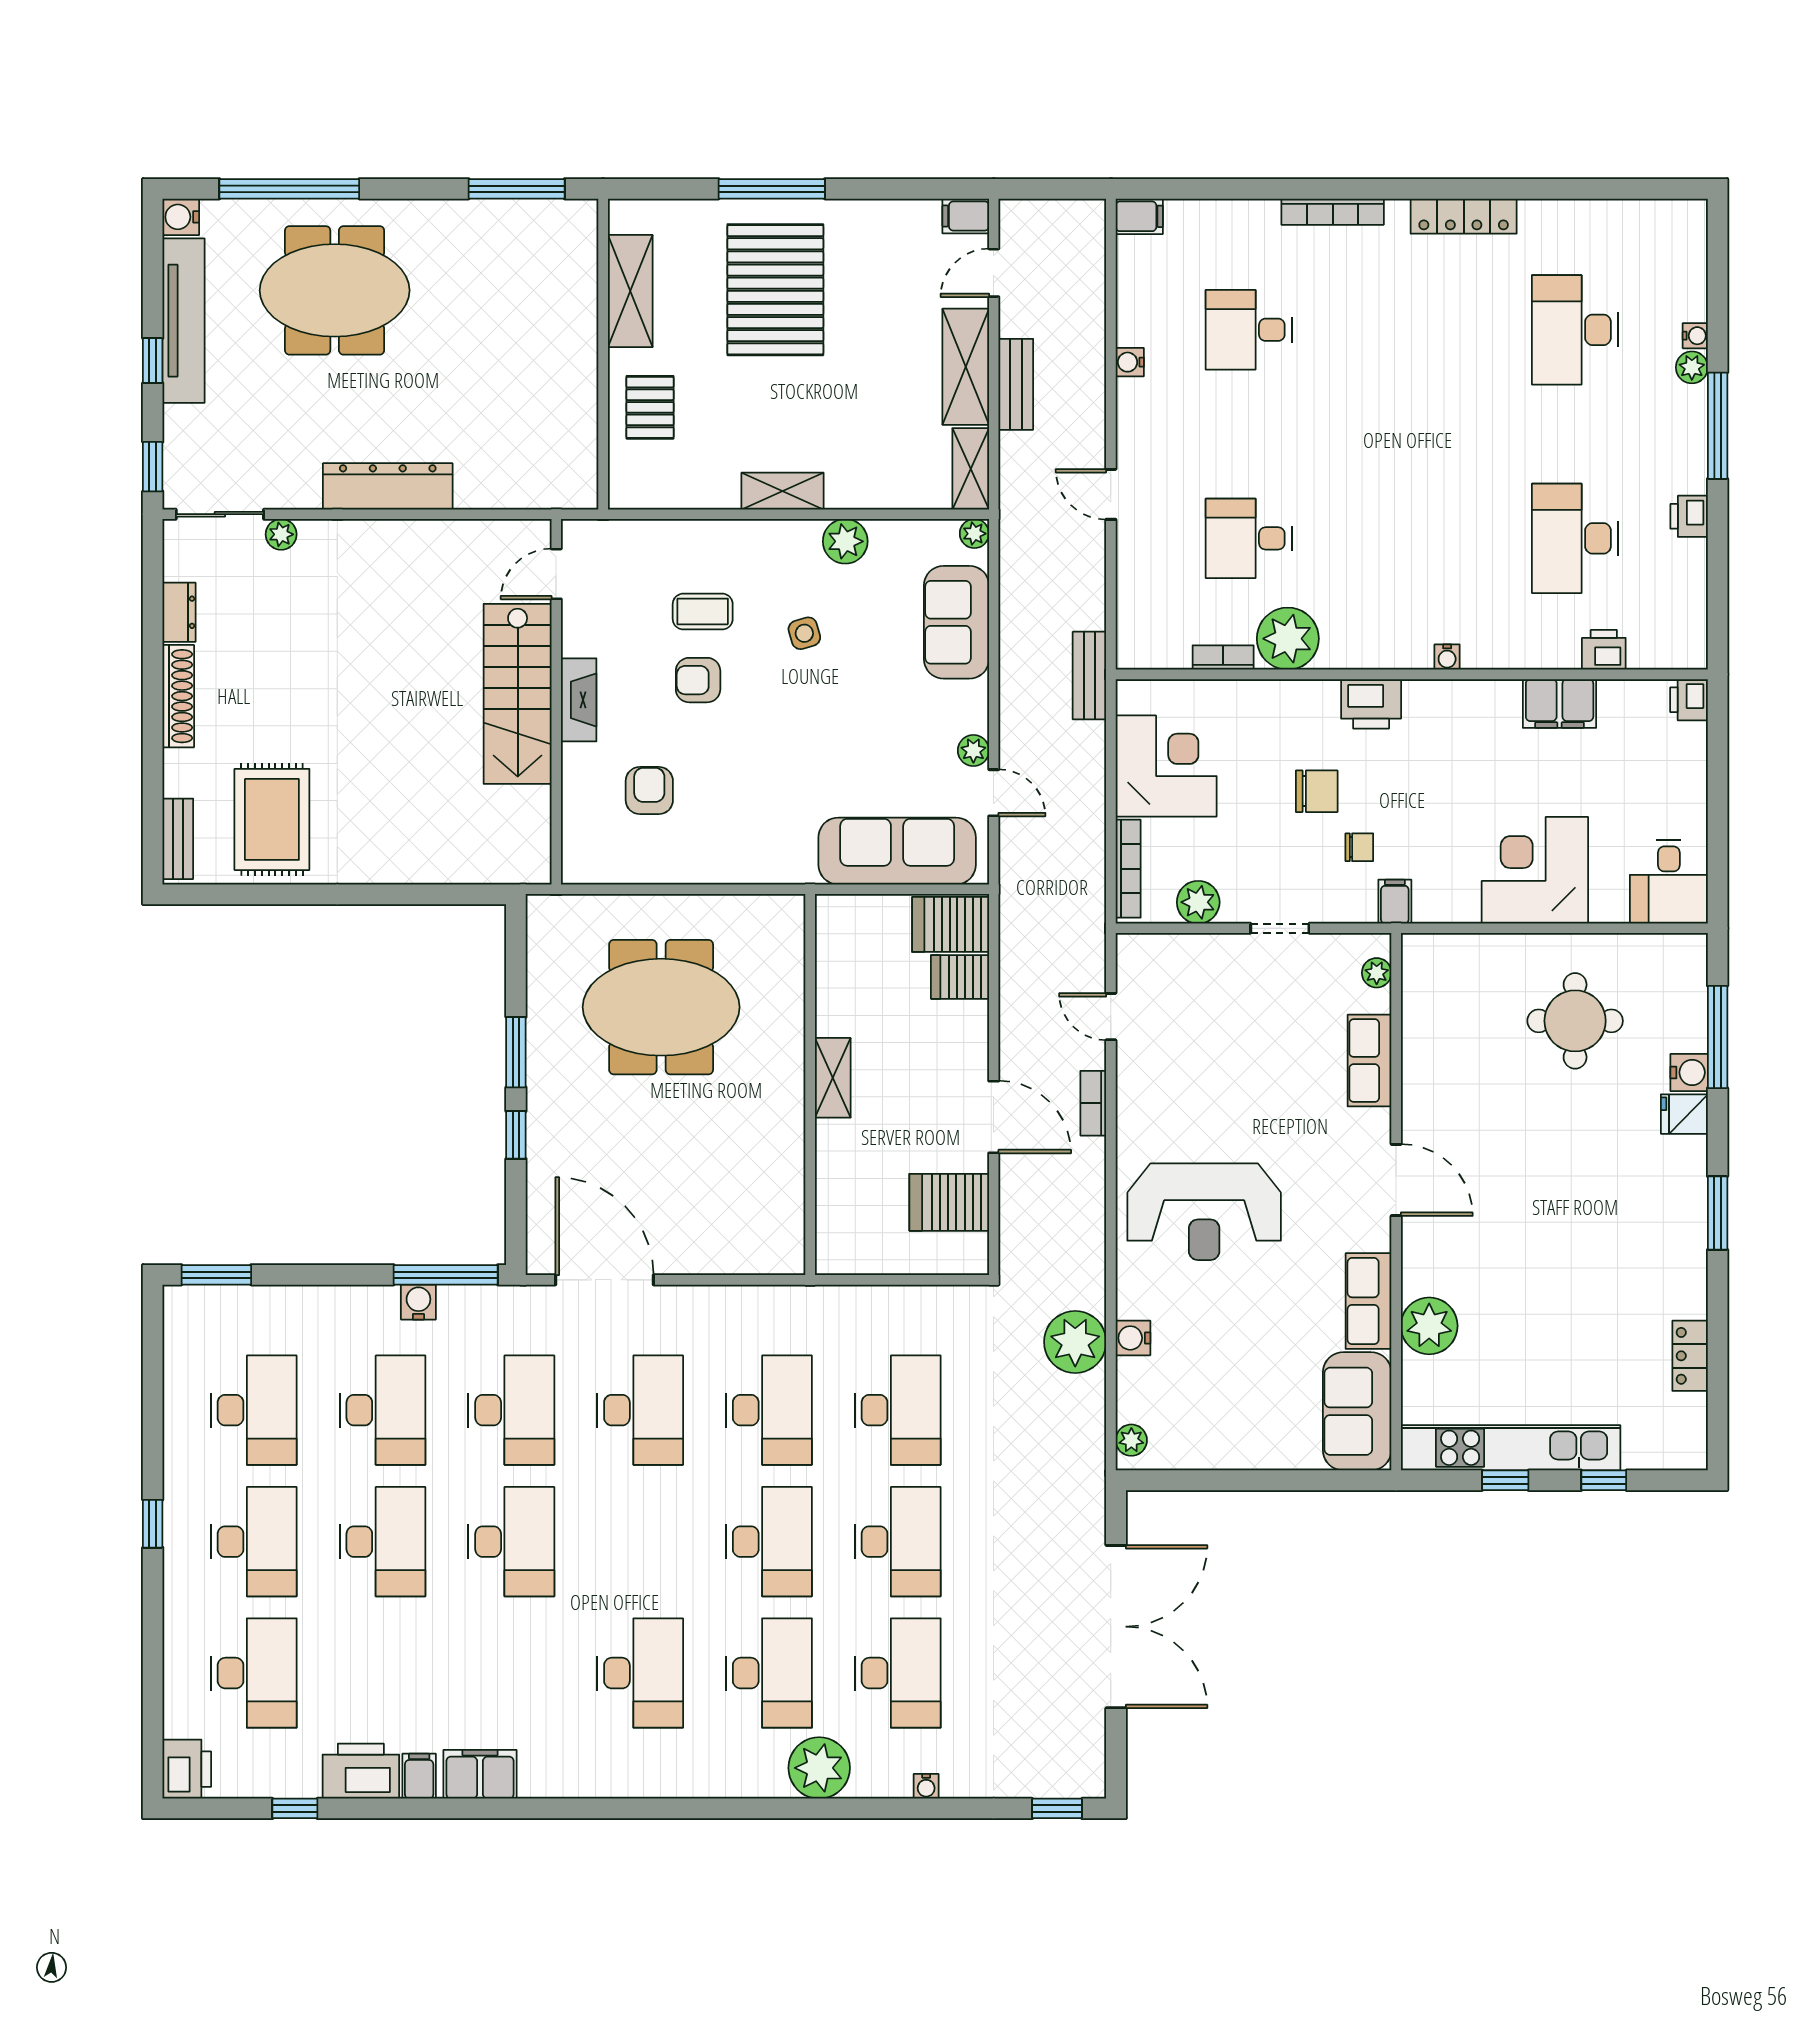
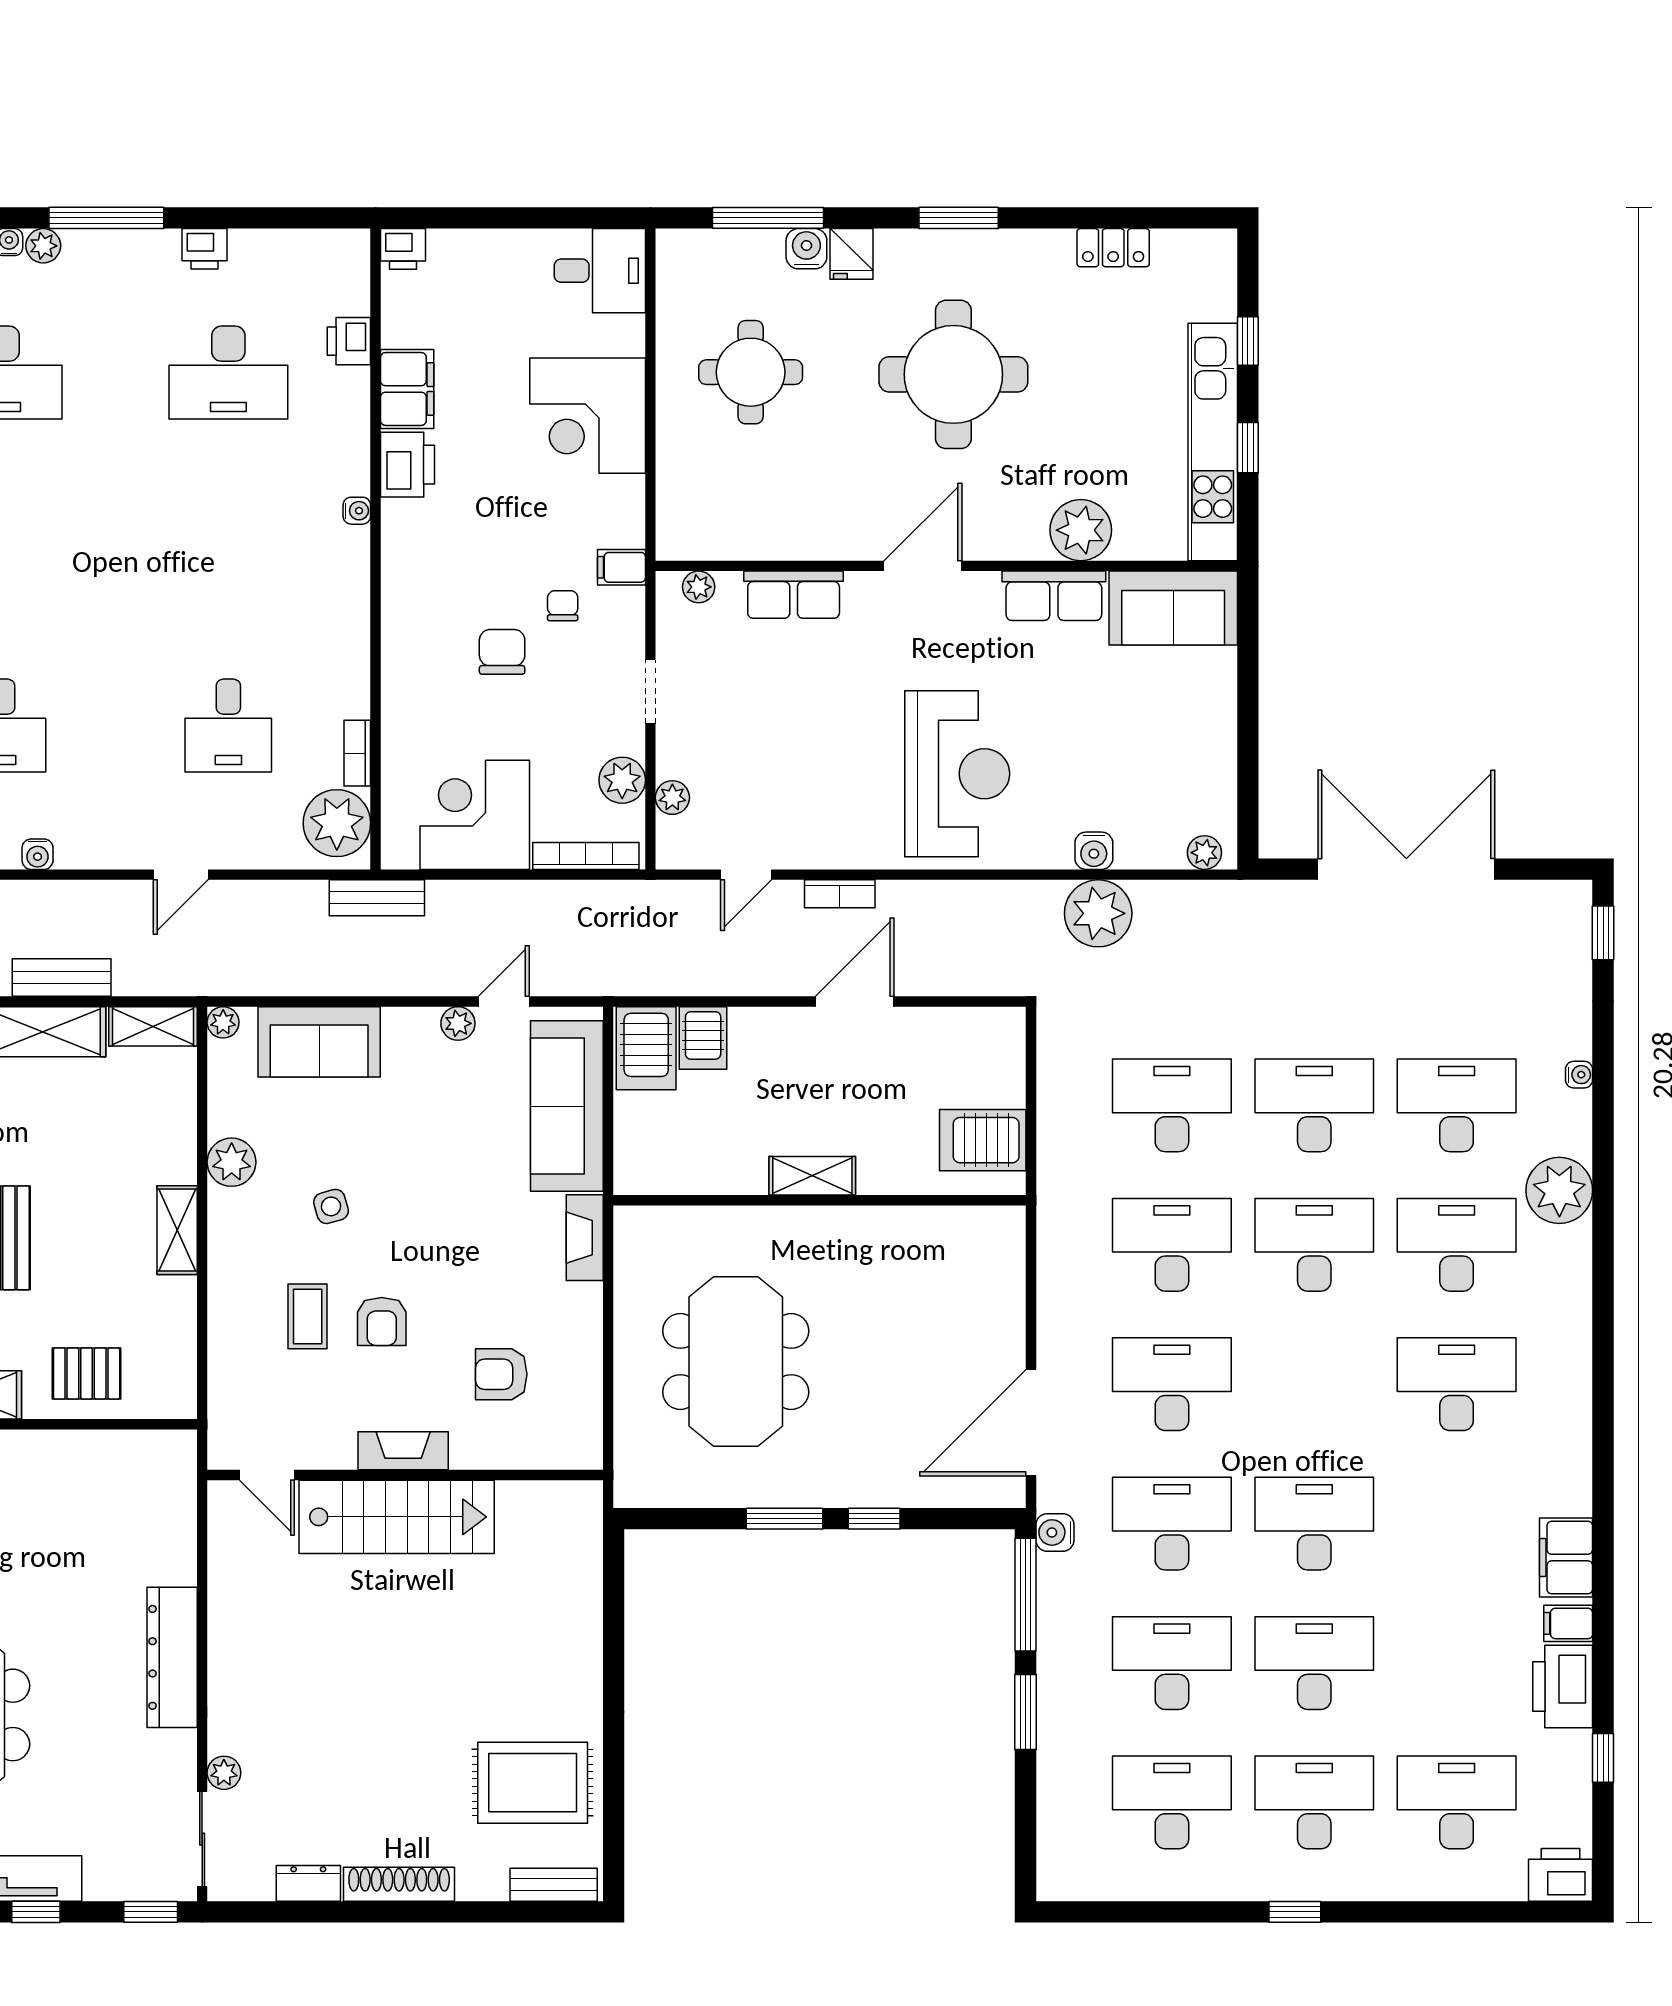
plant: (1288, 639) -> (337, 823), moved
printer: (1371, 704) -> (407, 465), moved
fireplace: (776, 868) -> (585, 1238), added
plant: (1182, 949) -> (672, 798), added
server rack: (949, 1202) -> (983, 1140), moved, turned 90
round table: (1573, 1208) -> (953, 374), added
window: (216, 1275) -> (1025, 1712), moved
water cooler: (418, 1302) -> (1055, 1532), moved

